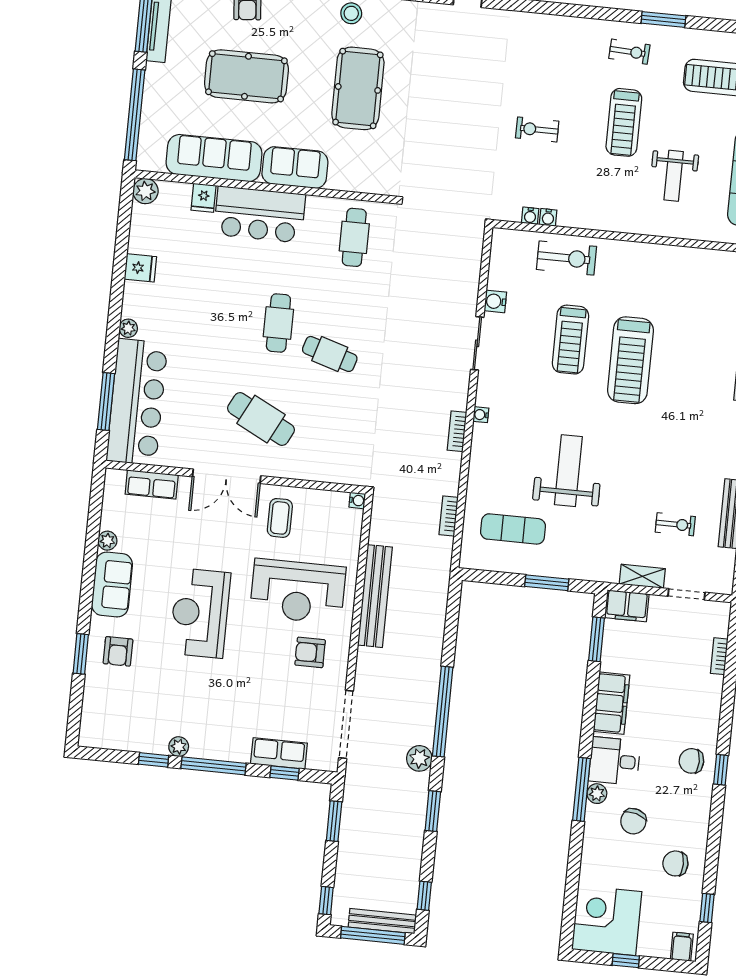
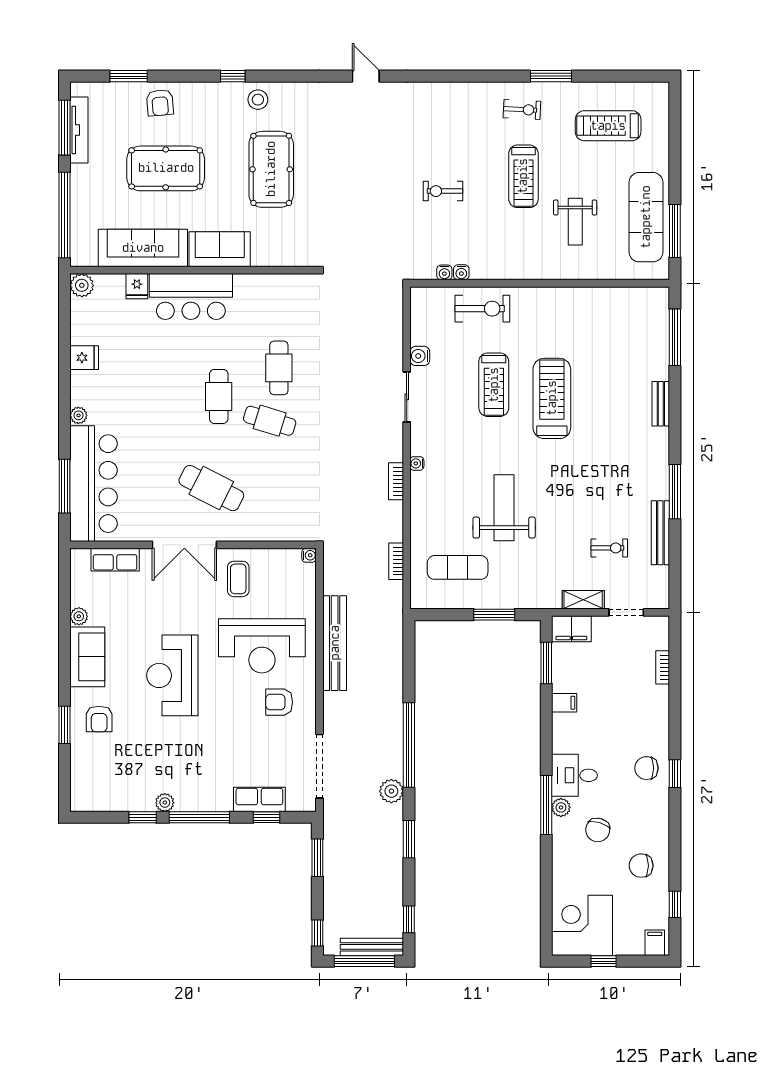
cafe table: (354, 237) -> (279, 368), moved
treadmill: (630, 360) -> (552, 398), turned 180
filing cabinet: (612, 703) -> (564, 703), width x0.33, depth x0.86

